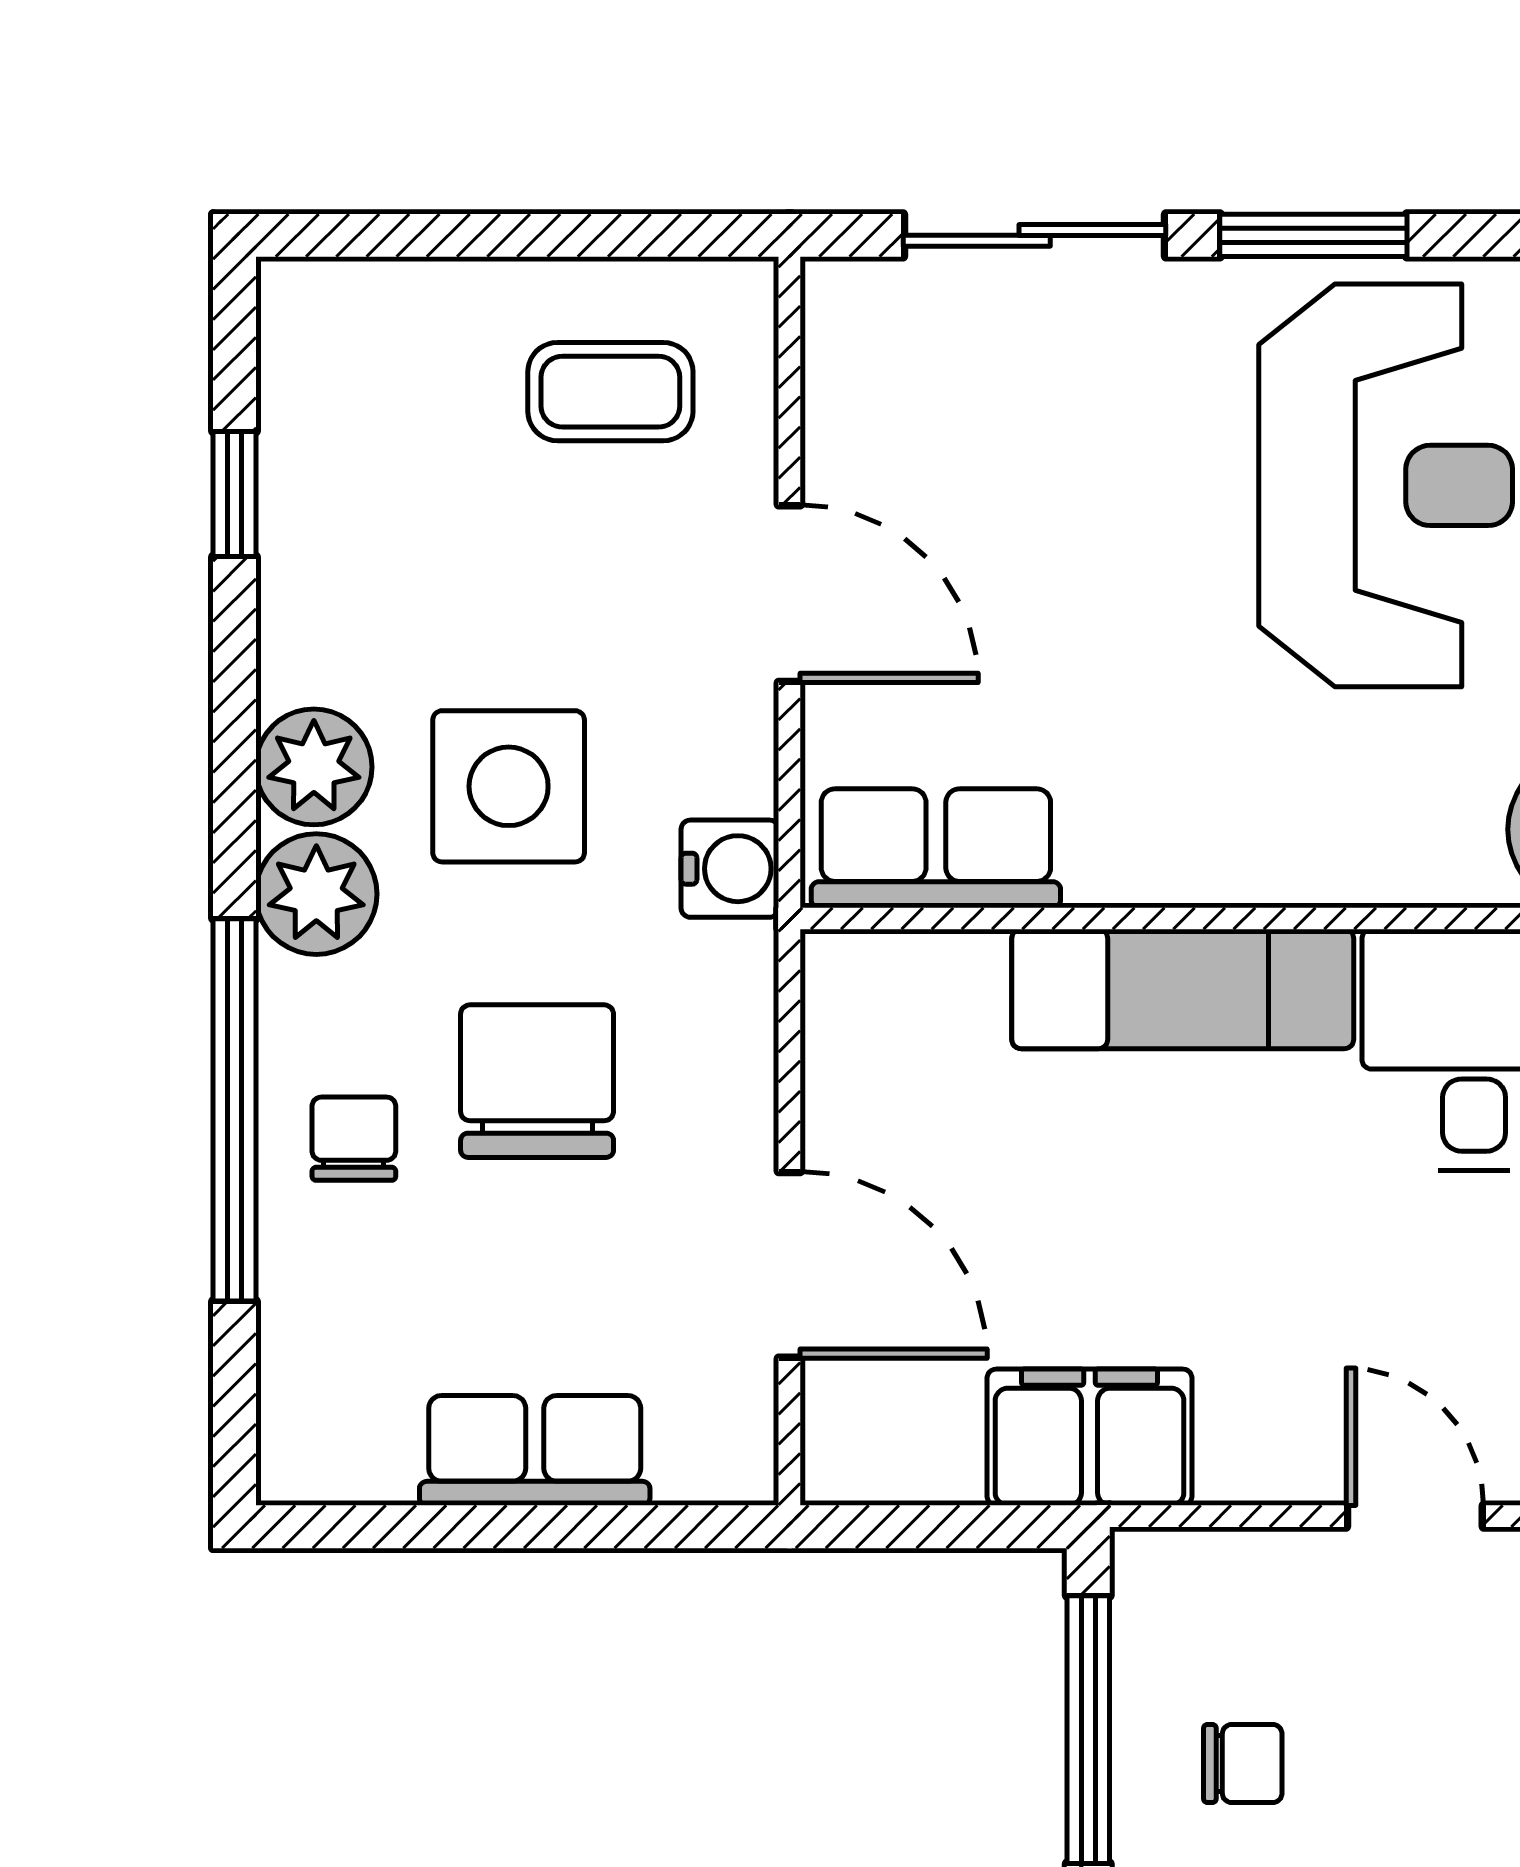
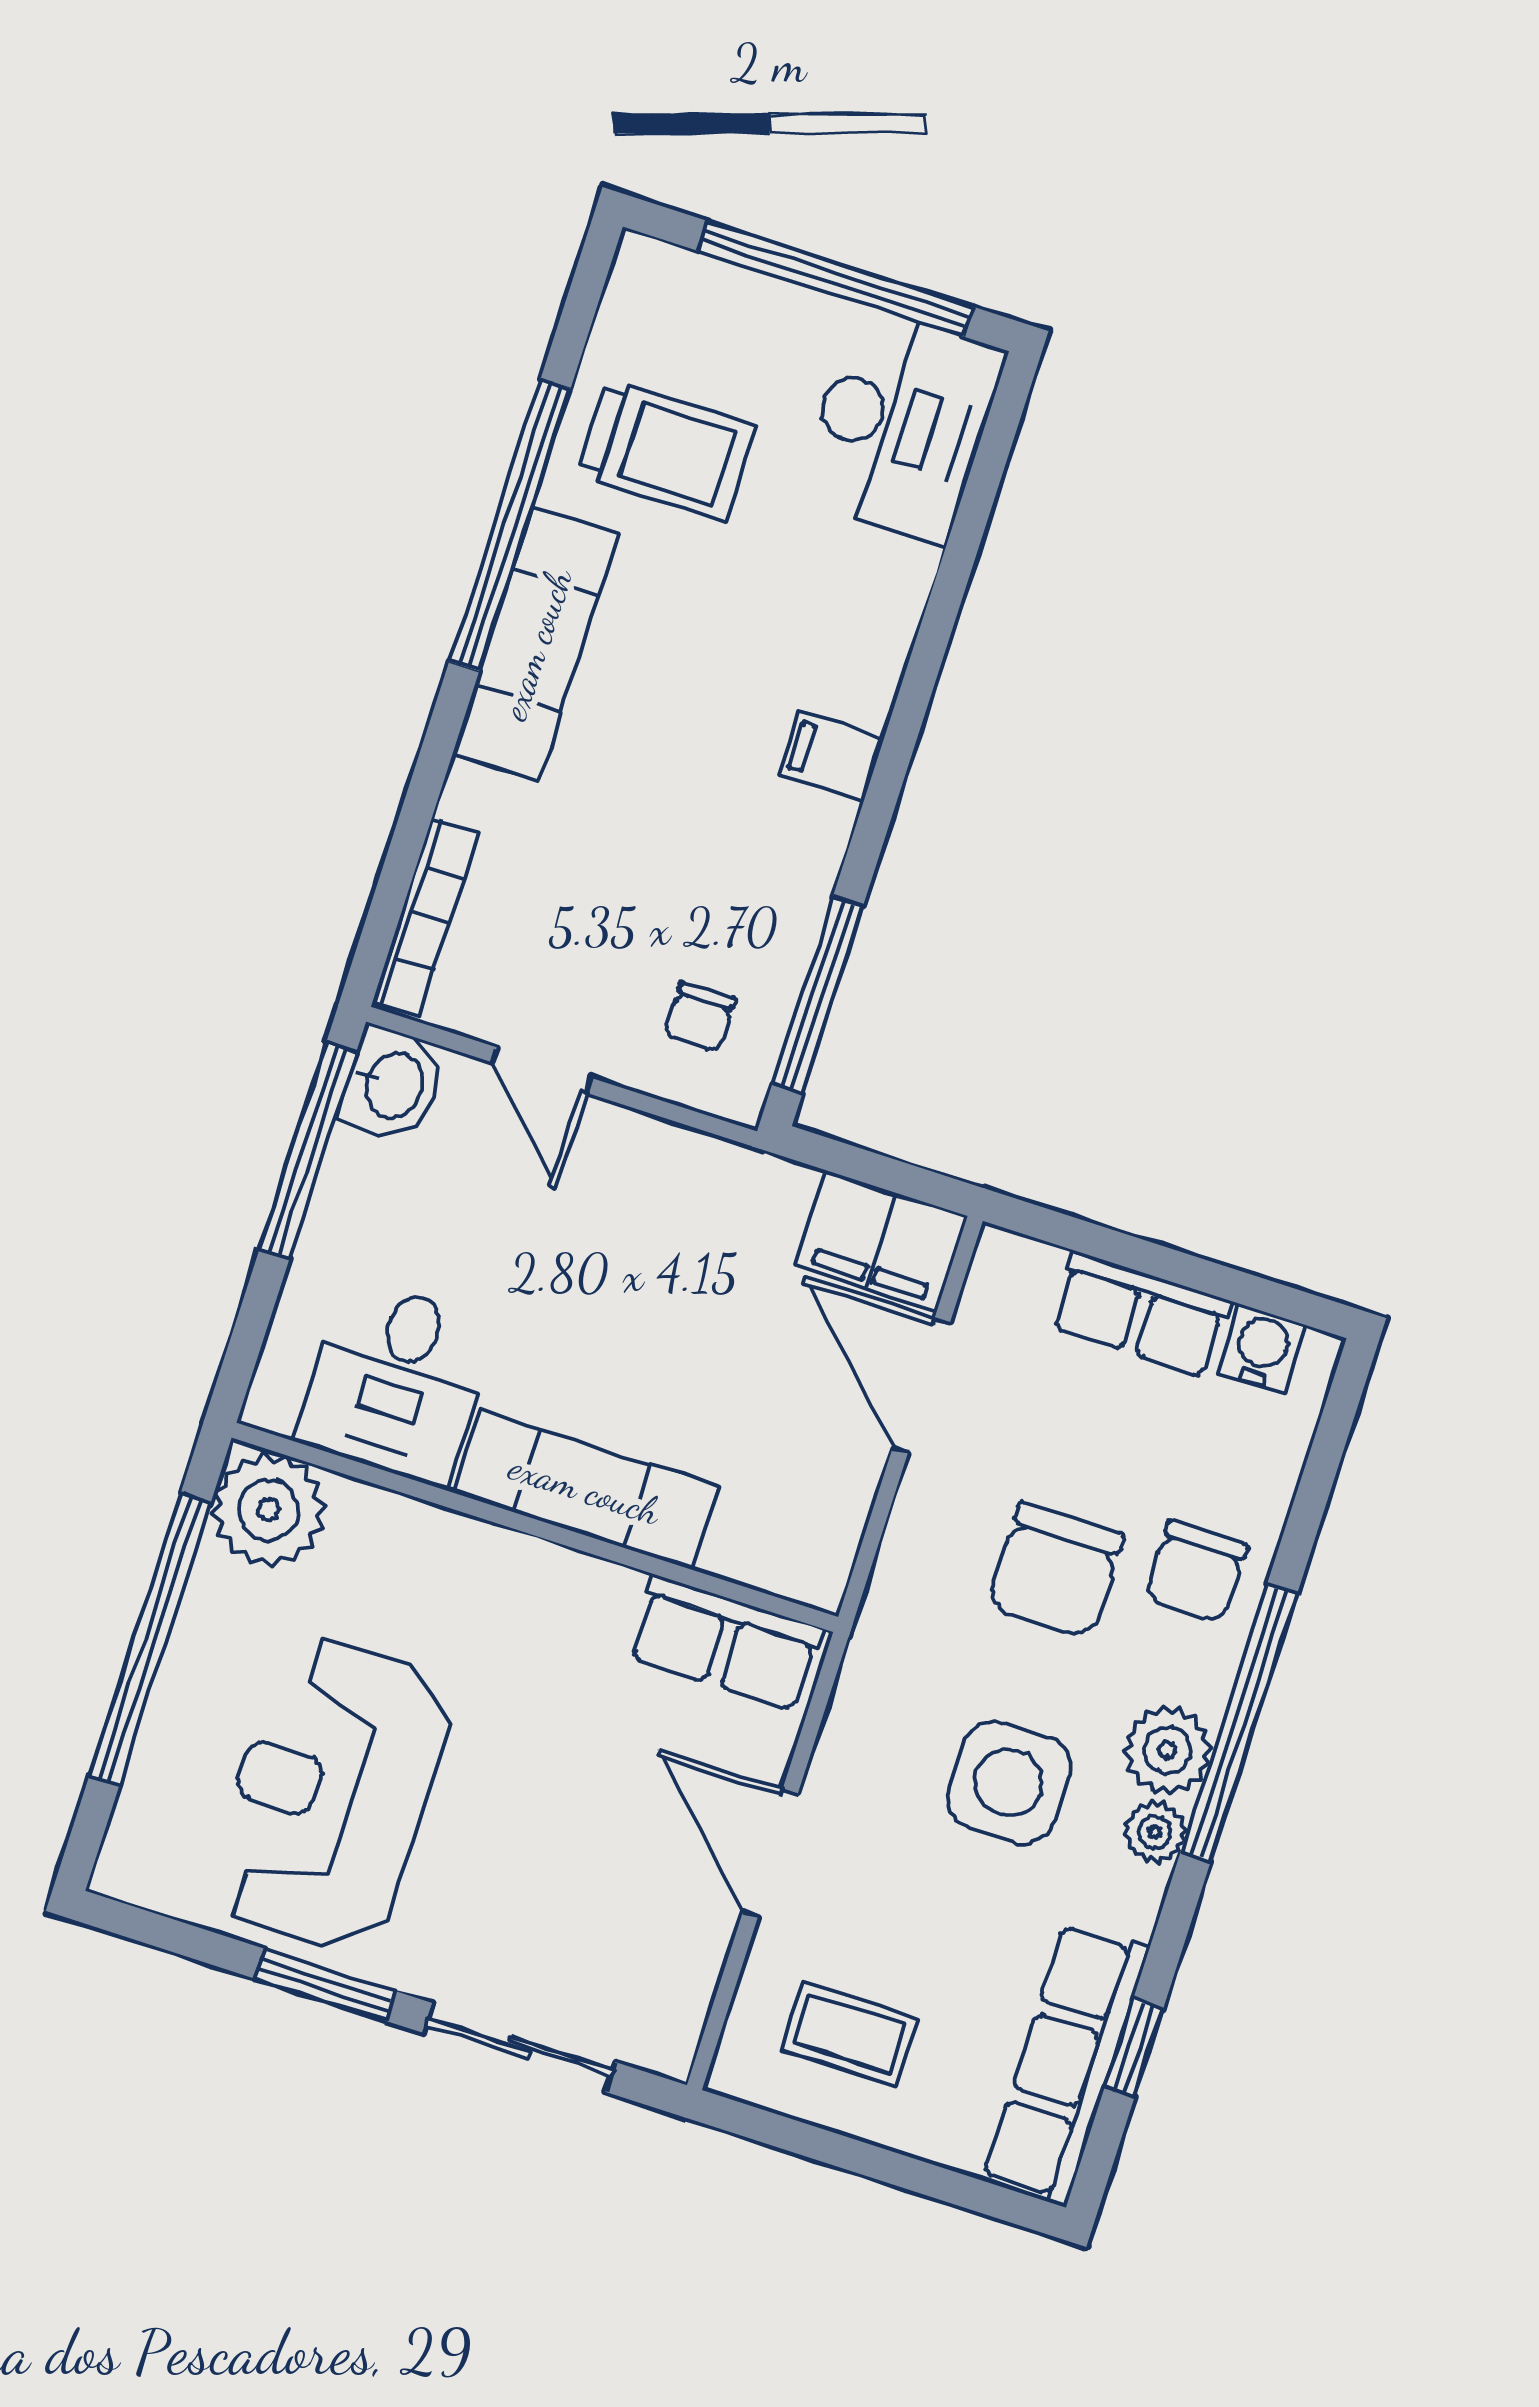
row of seats: (316, 444) -> (1066, 2063), added
plant: (314, 767) -> (1155, 1832), width x0.73, depth x0.73
water cooler: (730, 869) -> (1262, 1348), moved, turned 90
window: (234, 1110) -> (1239, 1723), moved
chair: (354, 1139) -> (1196, 1572), width x1.37, depth x1.37
filing cabinet: (1090, 1437) -> (881, 1240), moved
chair: (1243, 1764) -> (699, 1017), moved, turned -90

